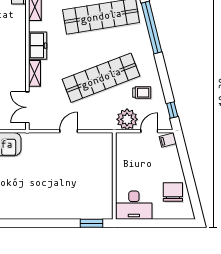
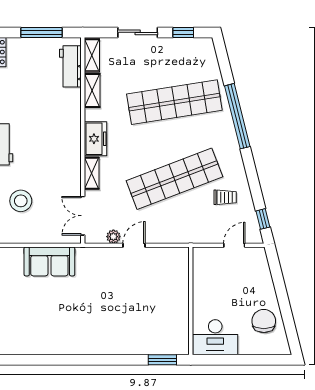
plant: (127, 119) -> (113, 237), moved, width x0.53, depth x0.53
filing cabinet: (168, 140) -> (257, 256), removed

